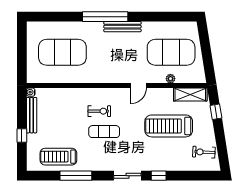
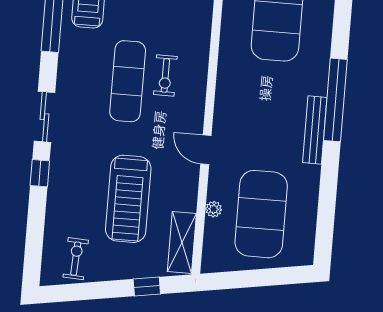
treadmill: (169, 126) -> (128, 199), turned 180
exercise mat: (104, 132) -> (128, 81), width x1.36, depth x1.45

